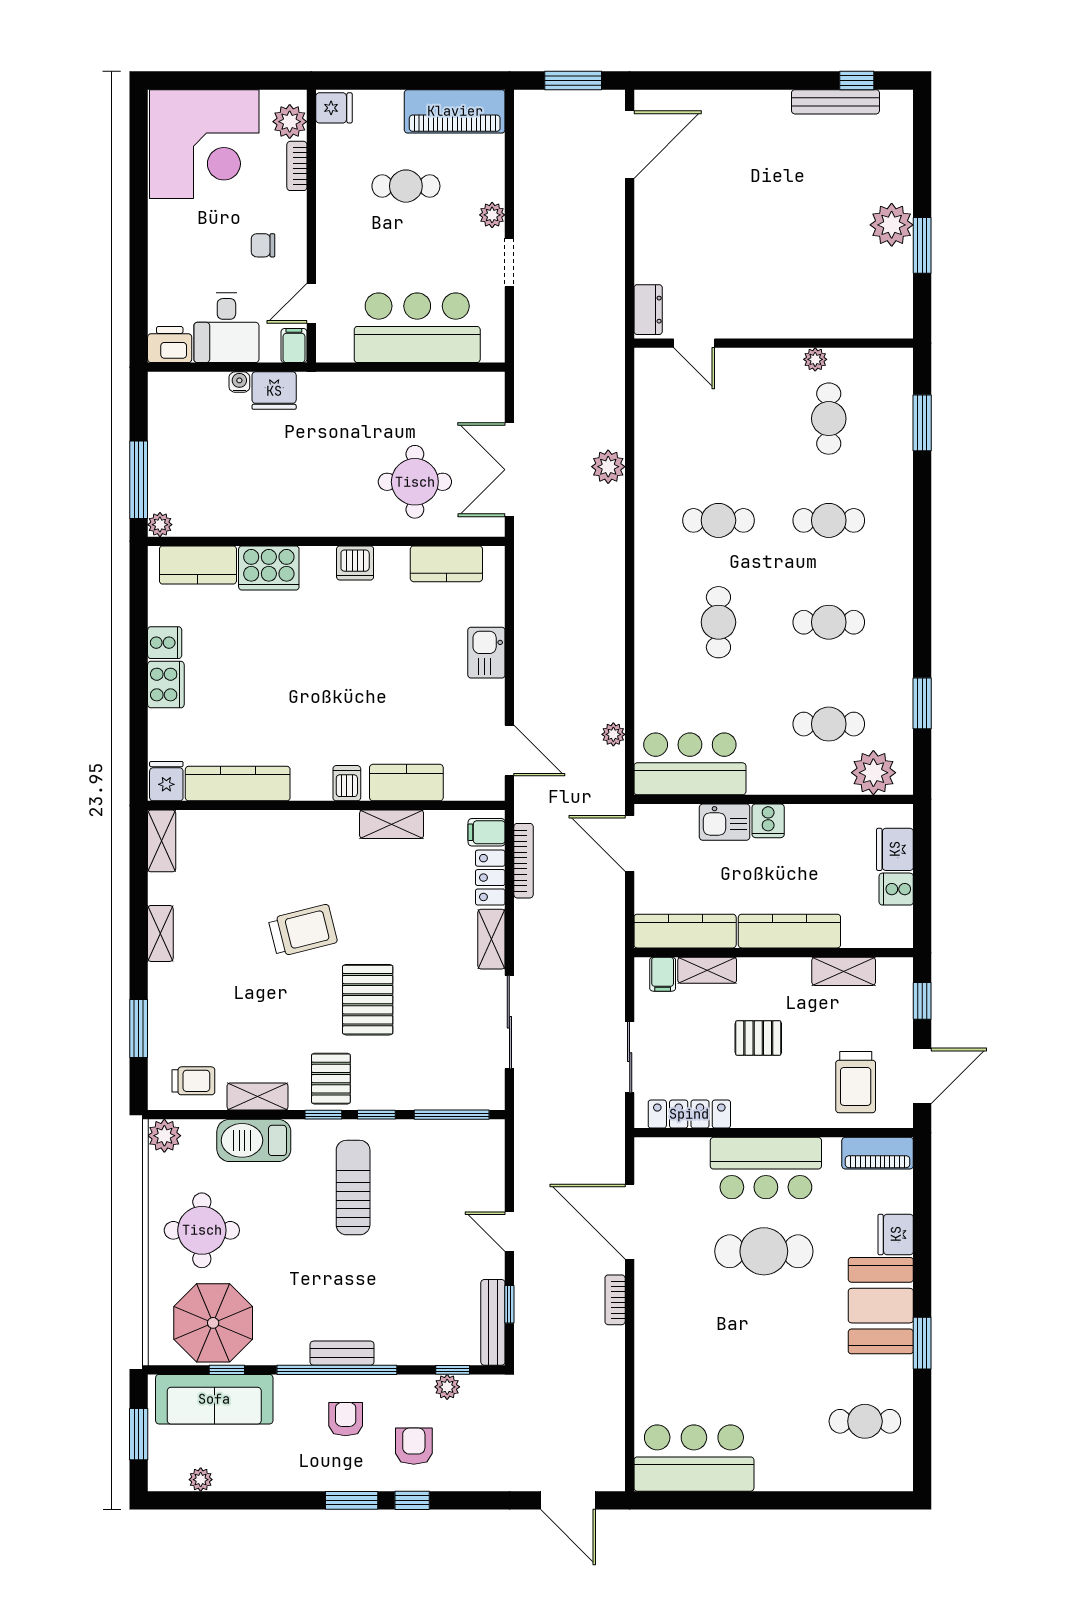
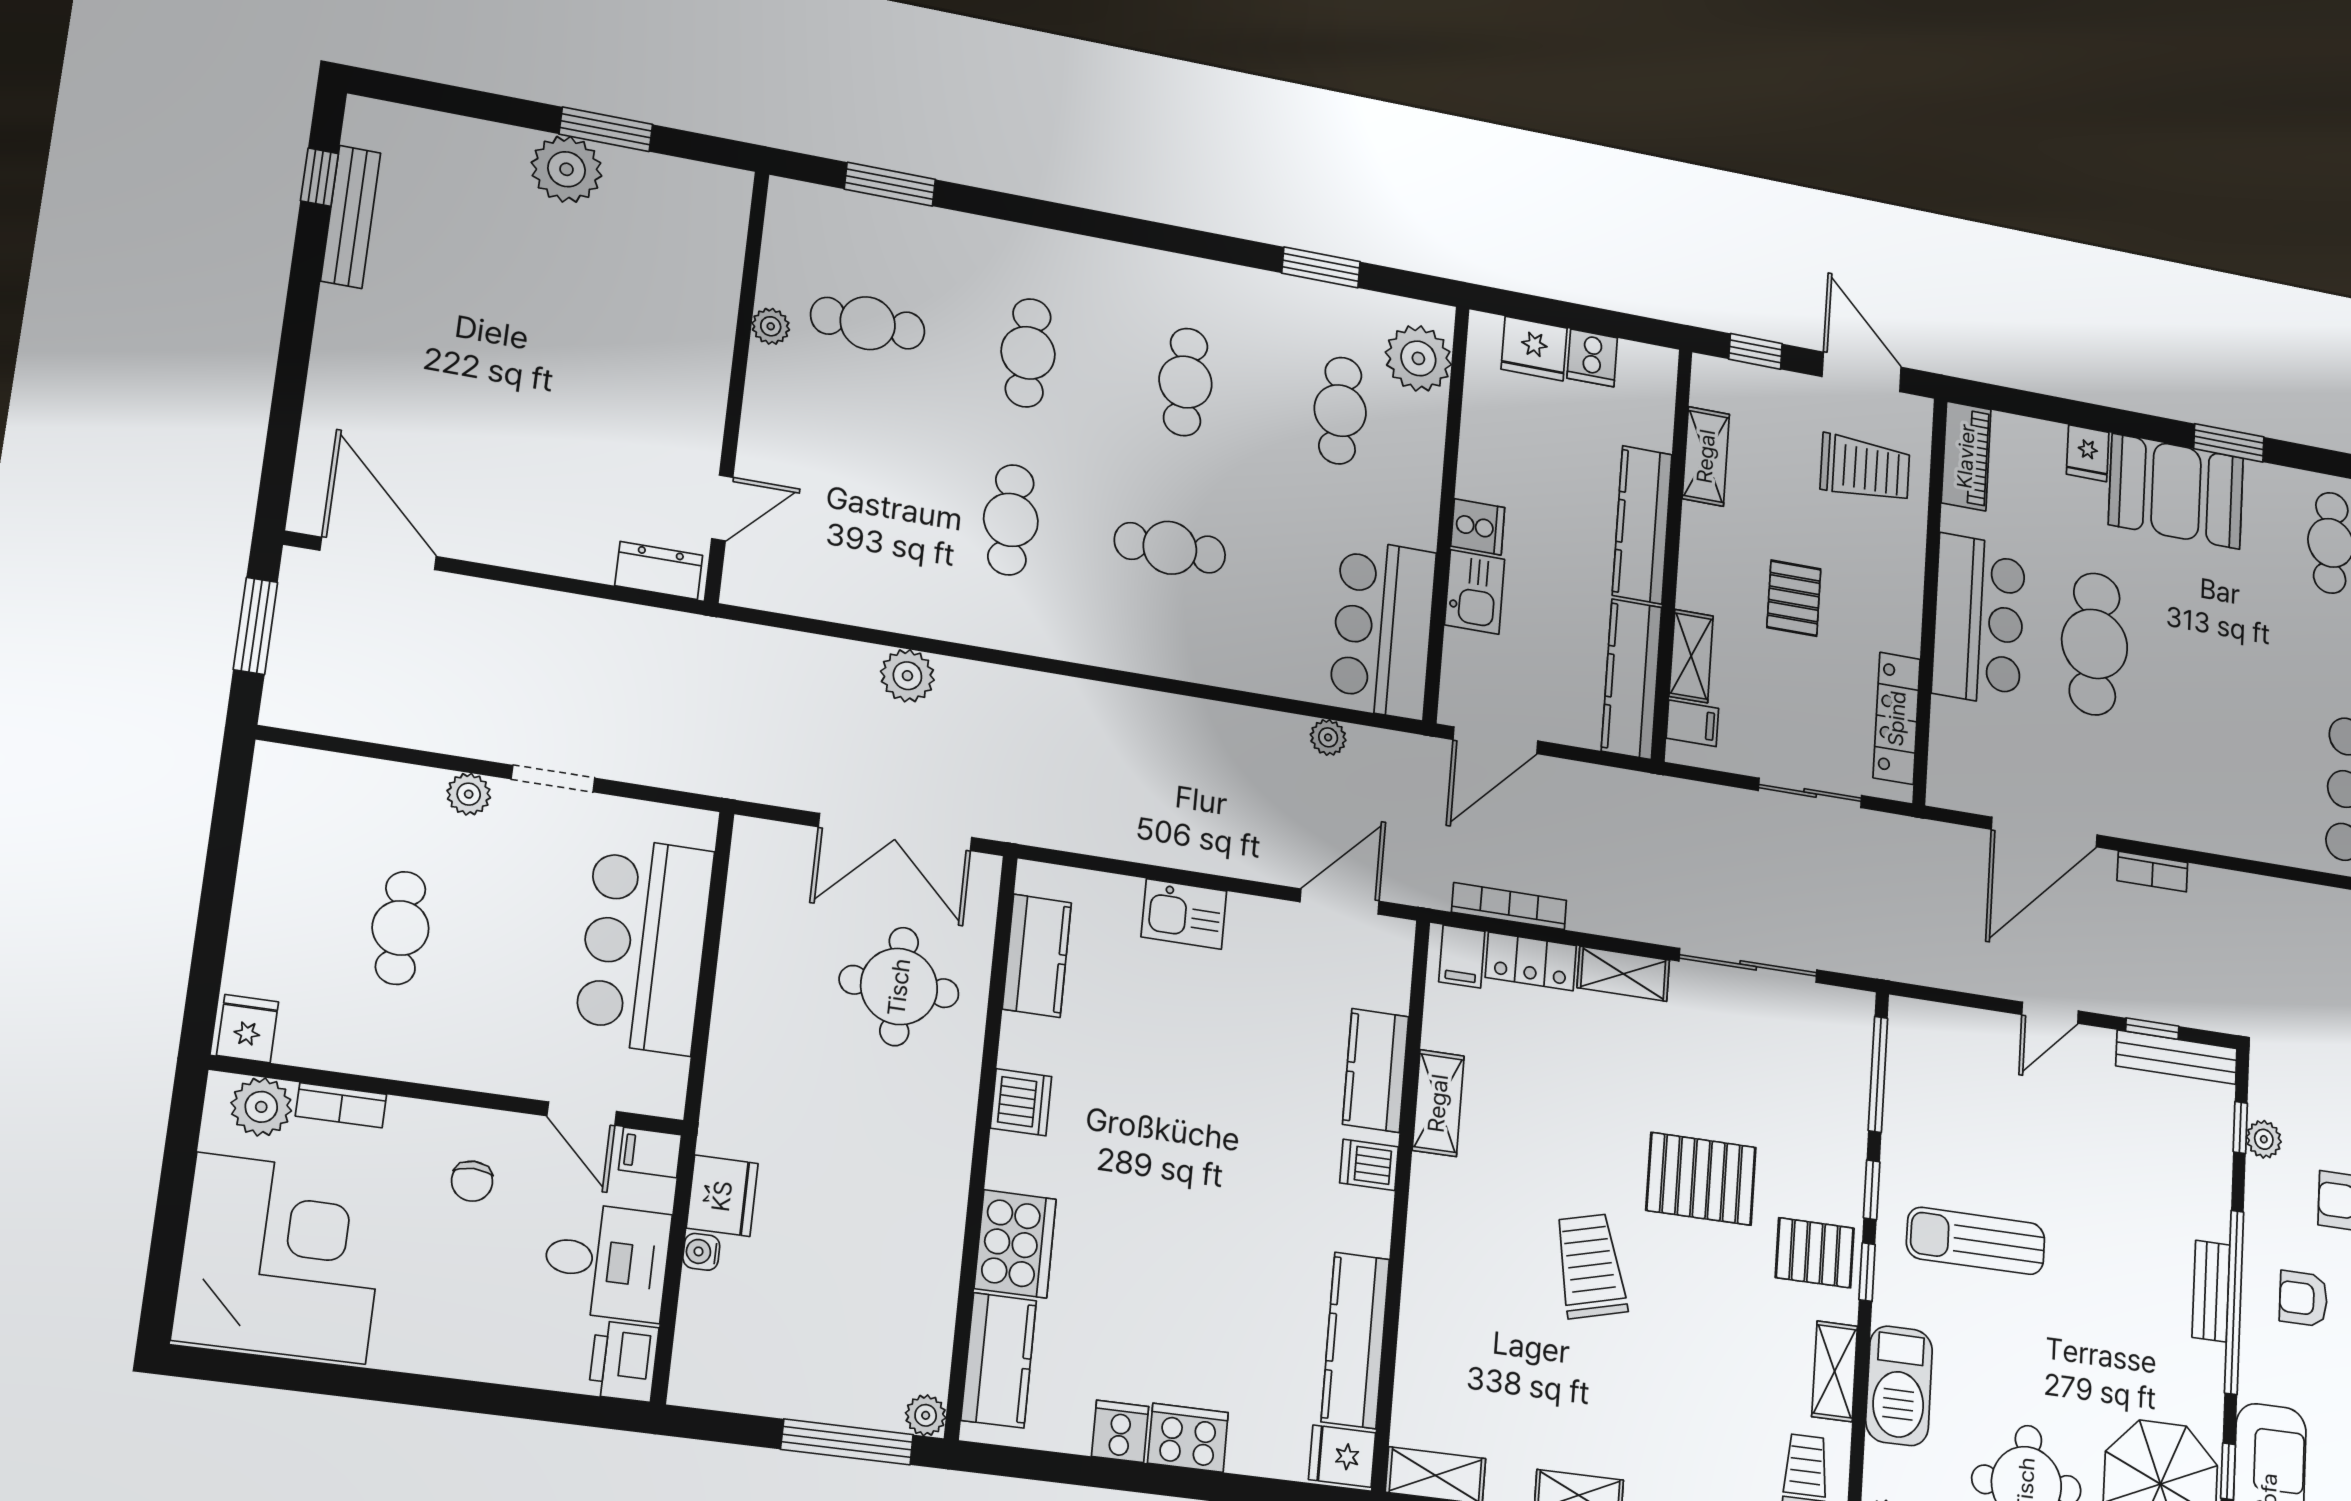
piano: (455, 111) -> (282, 828), removed
fridge: (896, 1234) -> (2088, 453), width x0.72

